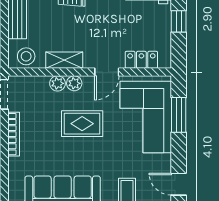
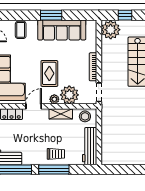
plant: (57, 83) -> (69, 95), width x1.87, depth x1.87
rug: (82, 124) -> (49, 73), turned 90

